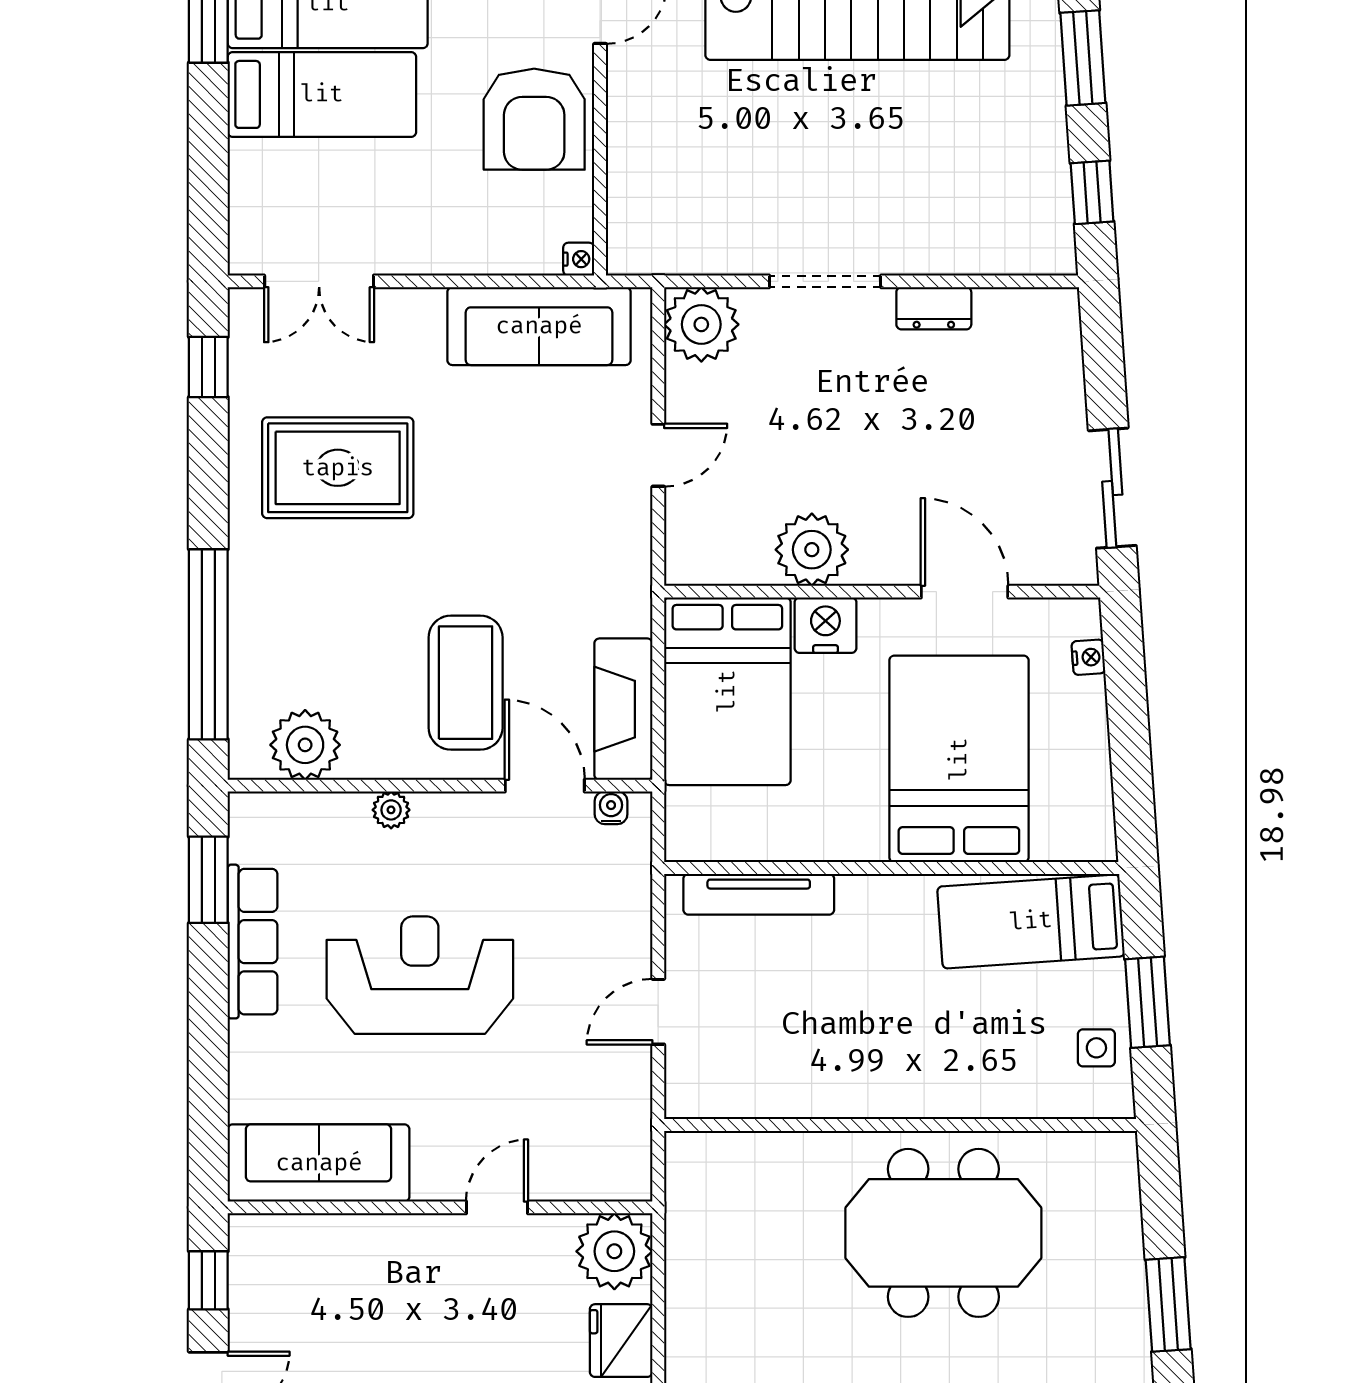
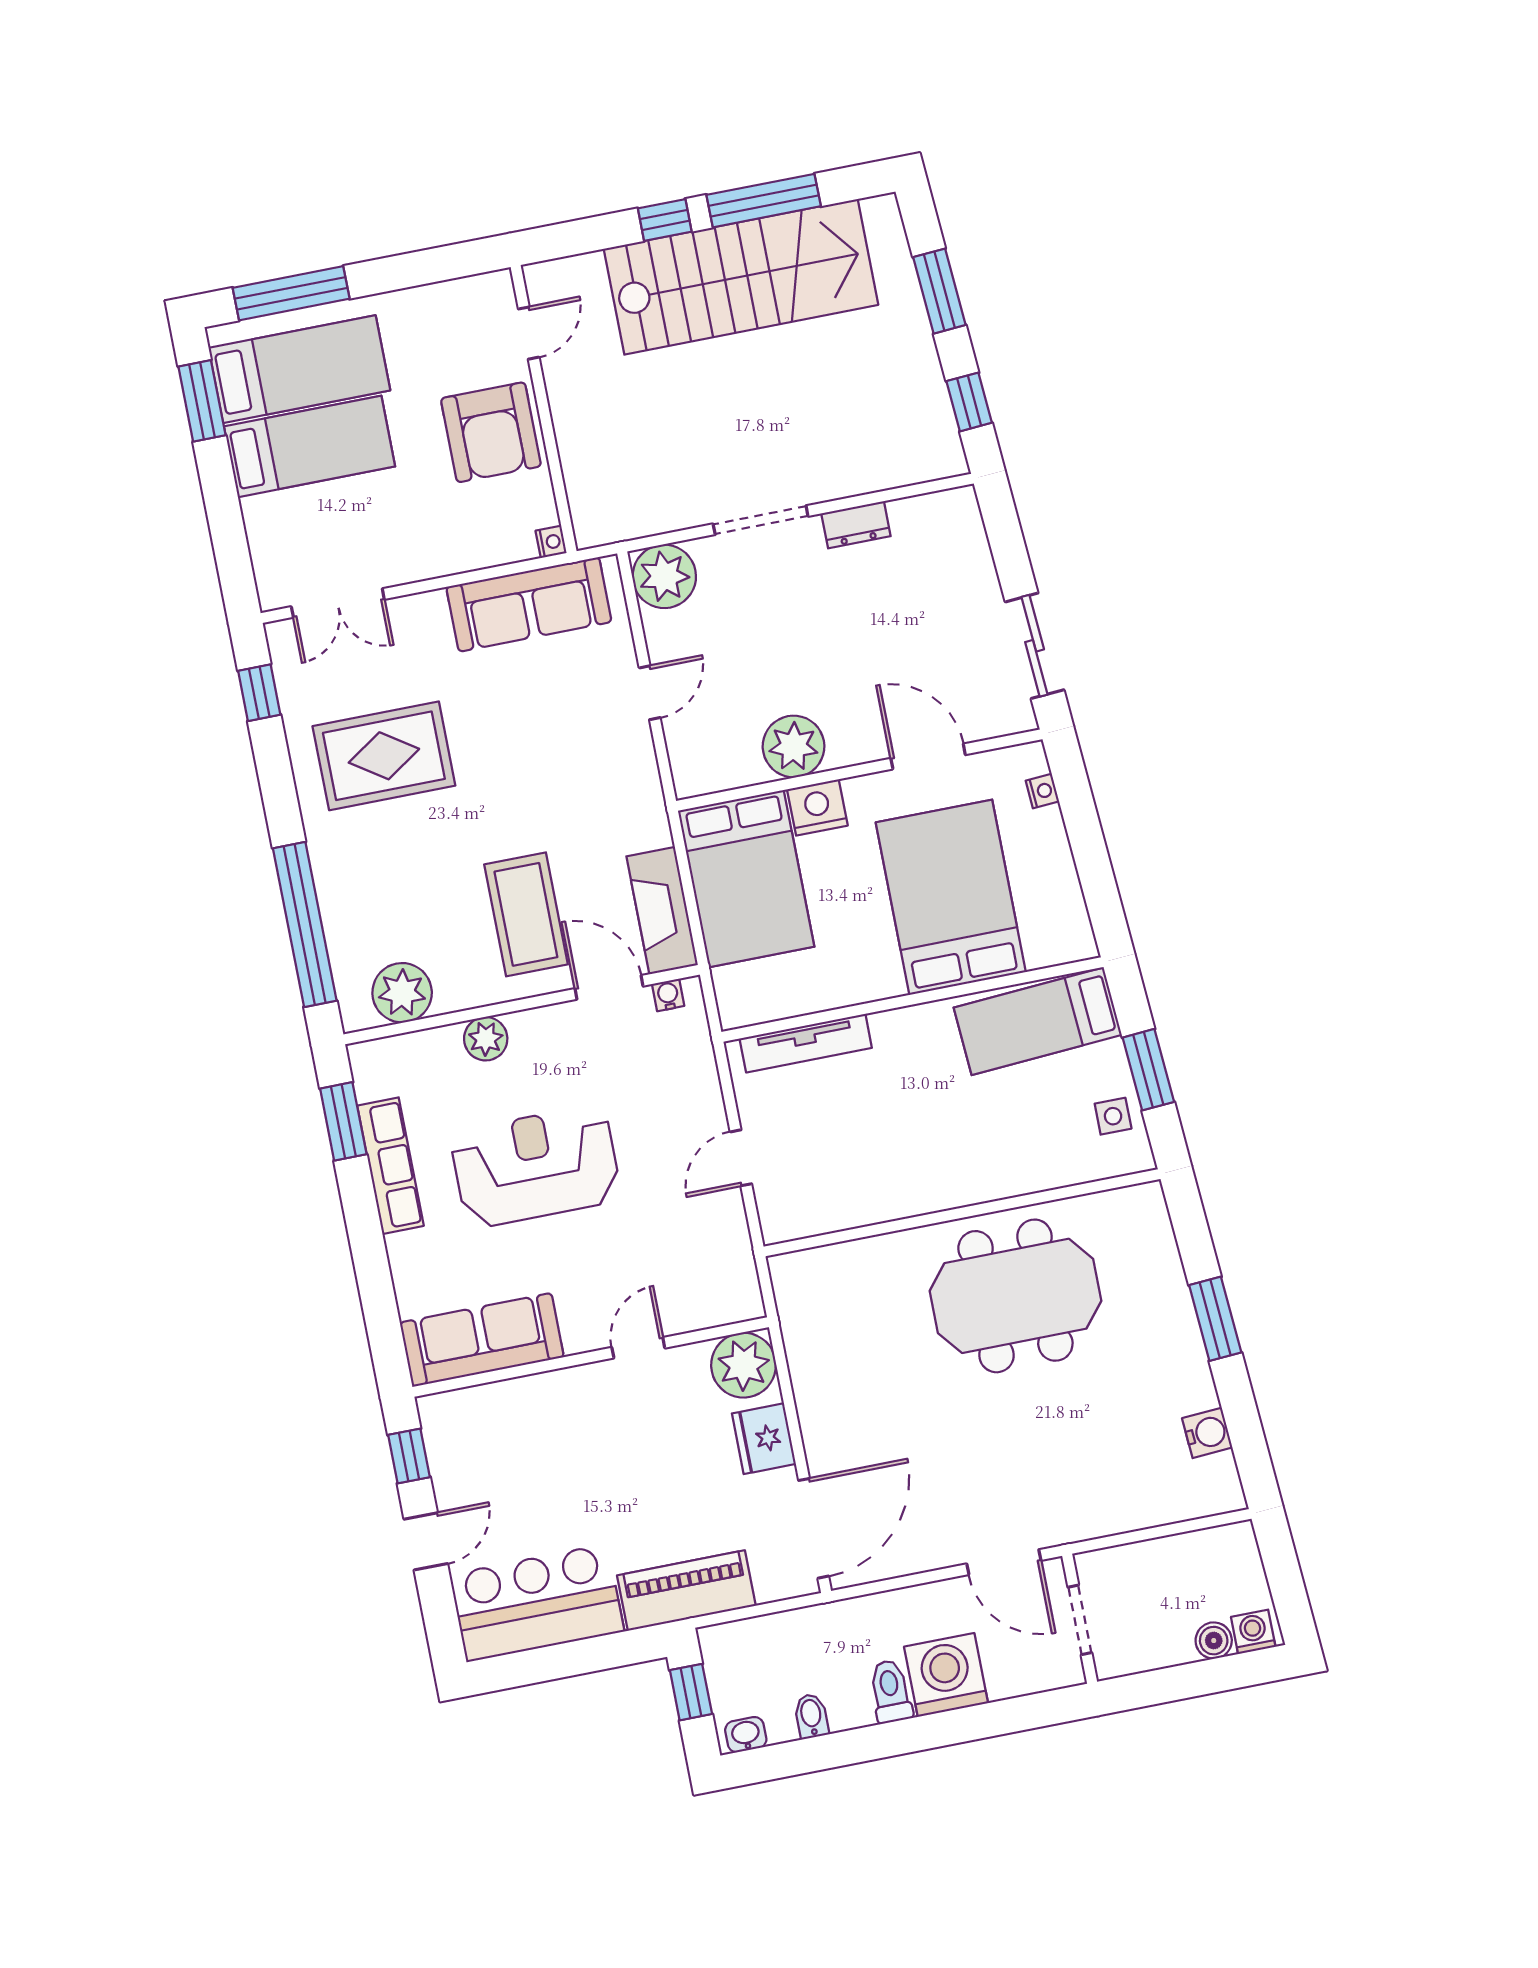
plant: (391, 810) -> (486, 1039), width x1.38, depth x1.38

